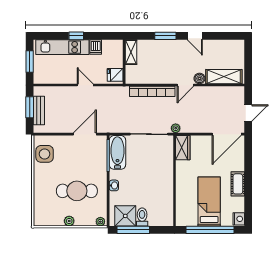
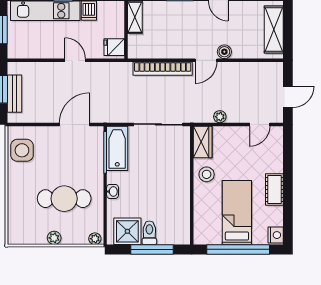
shelving: (224, 77) -> (274, 30), moved, turned 90
plant: (176, 128) -> (220, 117), moved
door: (227, 134) -> (260, 124), width x0.53
stool: (186, 172) -> (207, 174), added
window: (133, 230) -> (152, 249), moved

